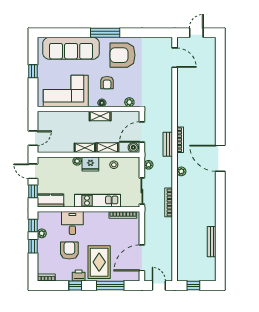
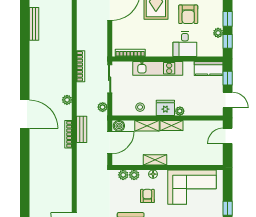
plant: (119, 102) -> (134, 175), added

